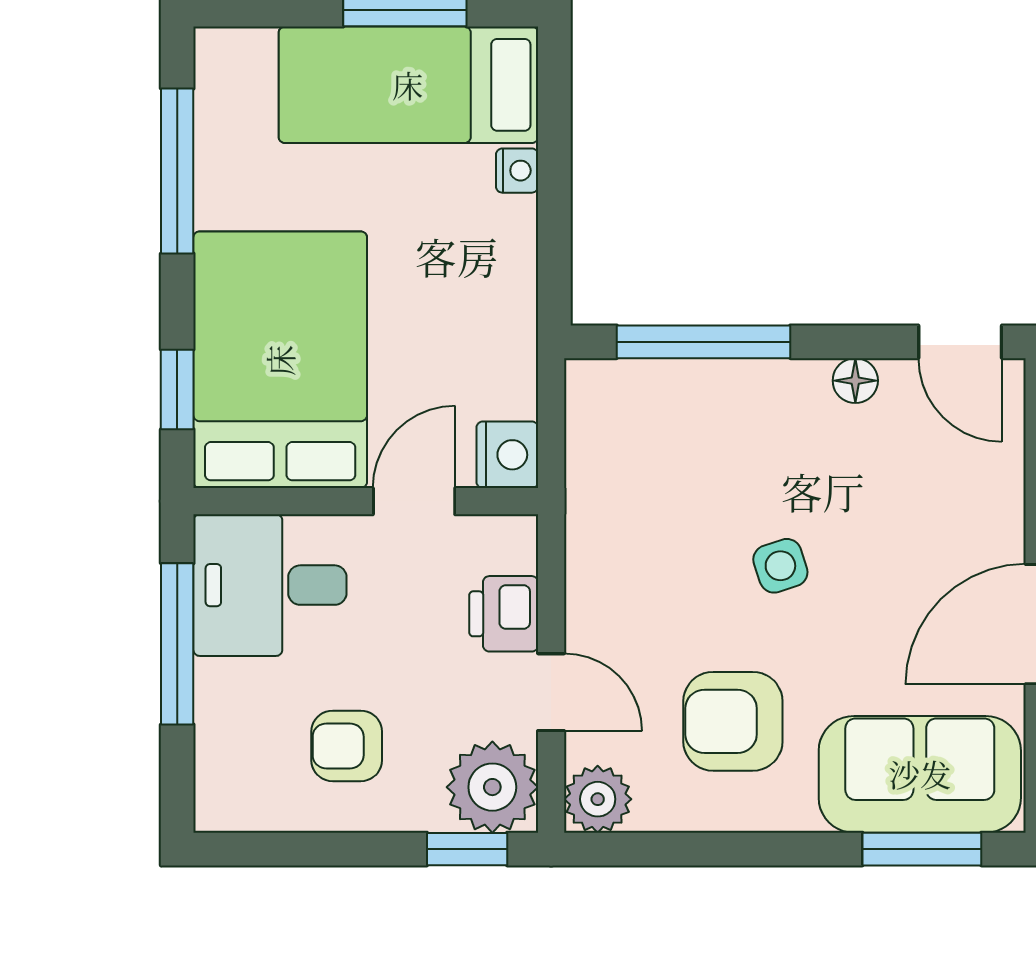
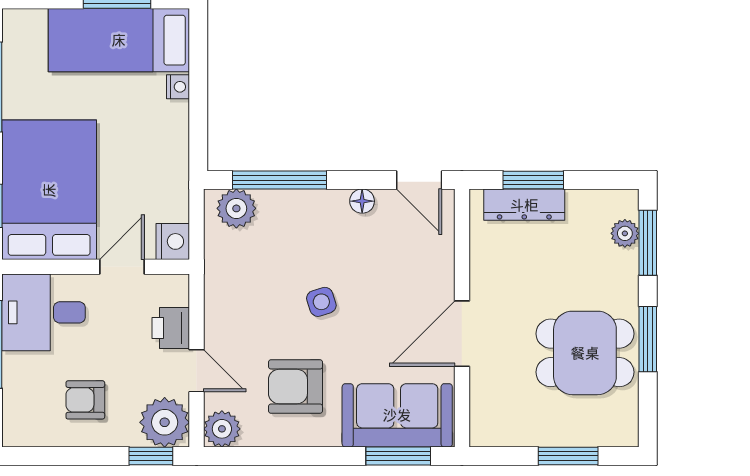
plant: (624, 394) -> (236, 208), added

